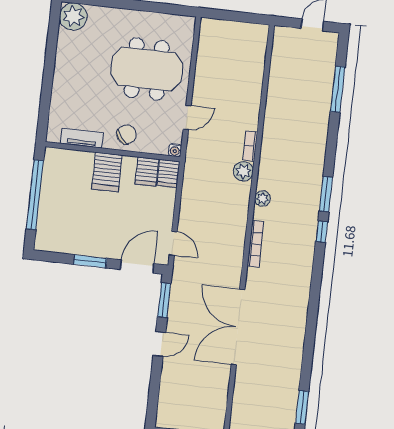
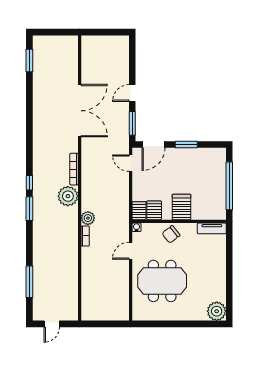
tv unit: (82, 138) -> (212, 228), moved
plant: (262, 198) -> (68, 196), width x1.87, depth x1.87

